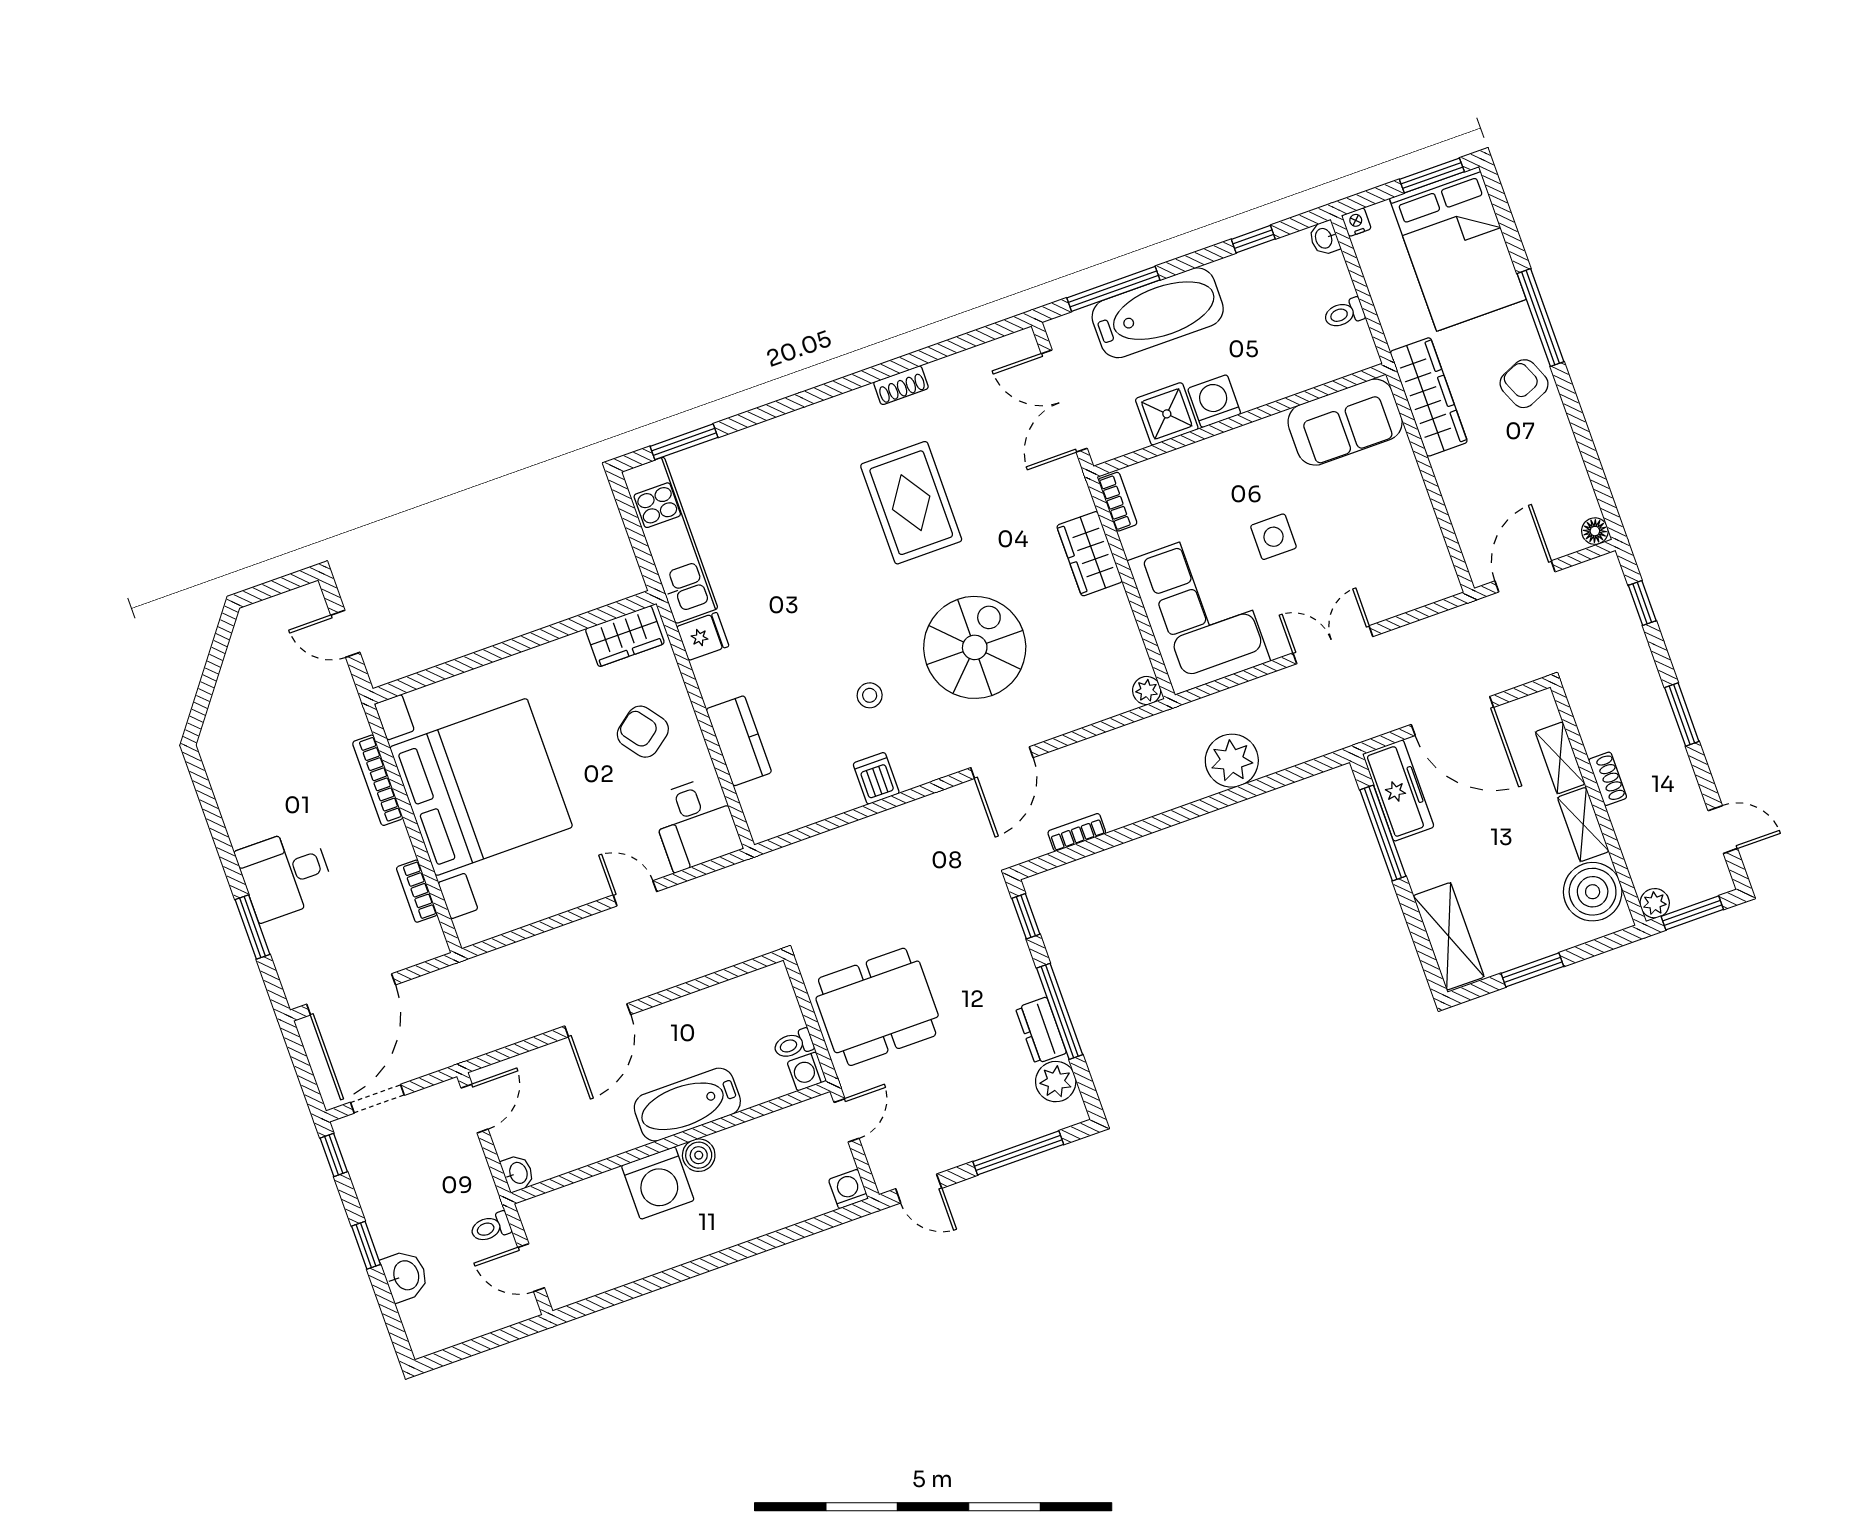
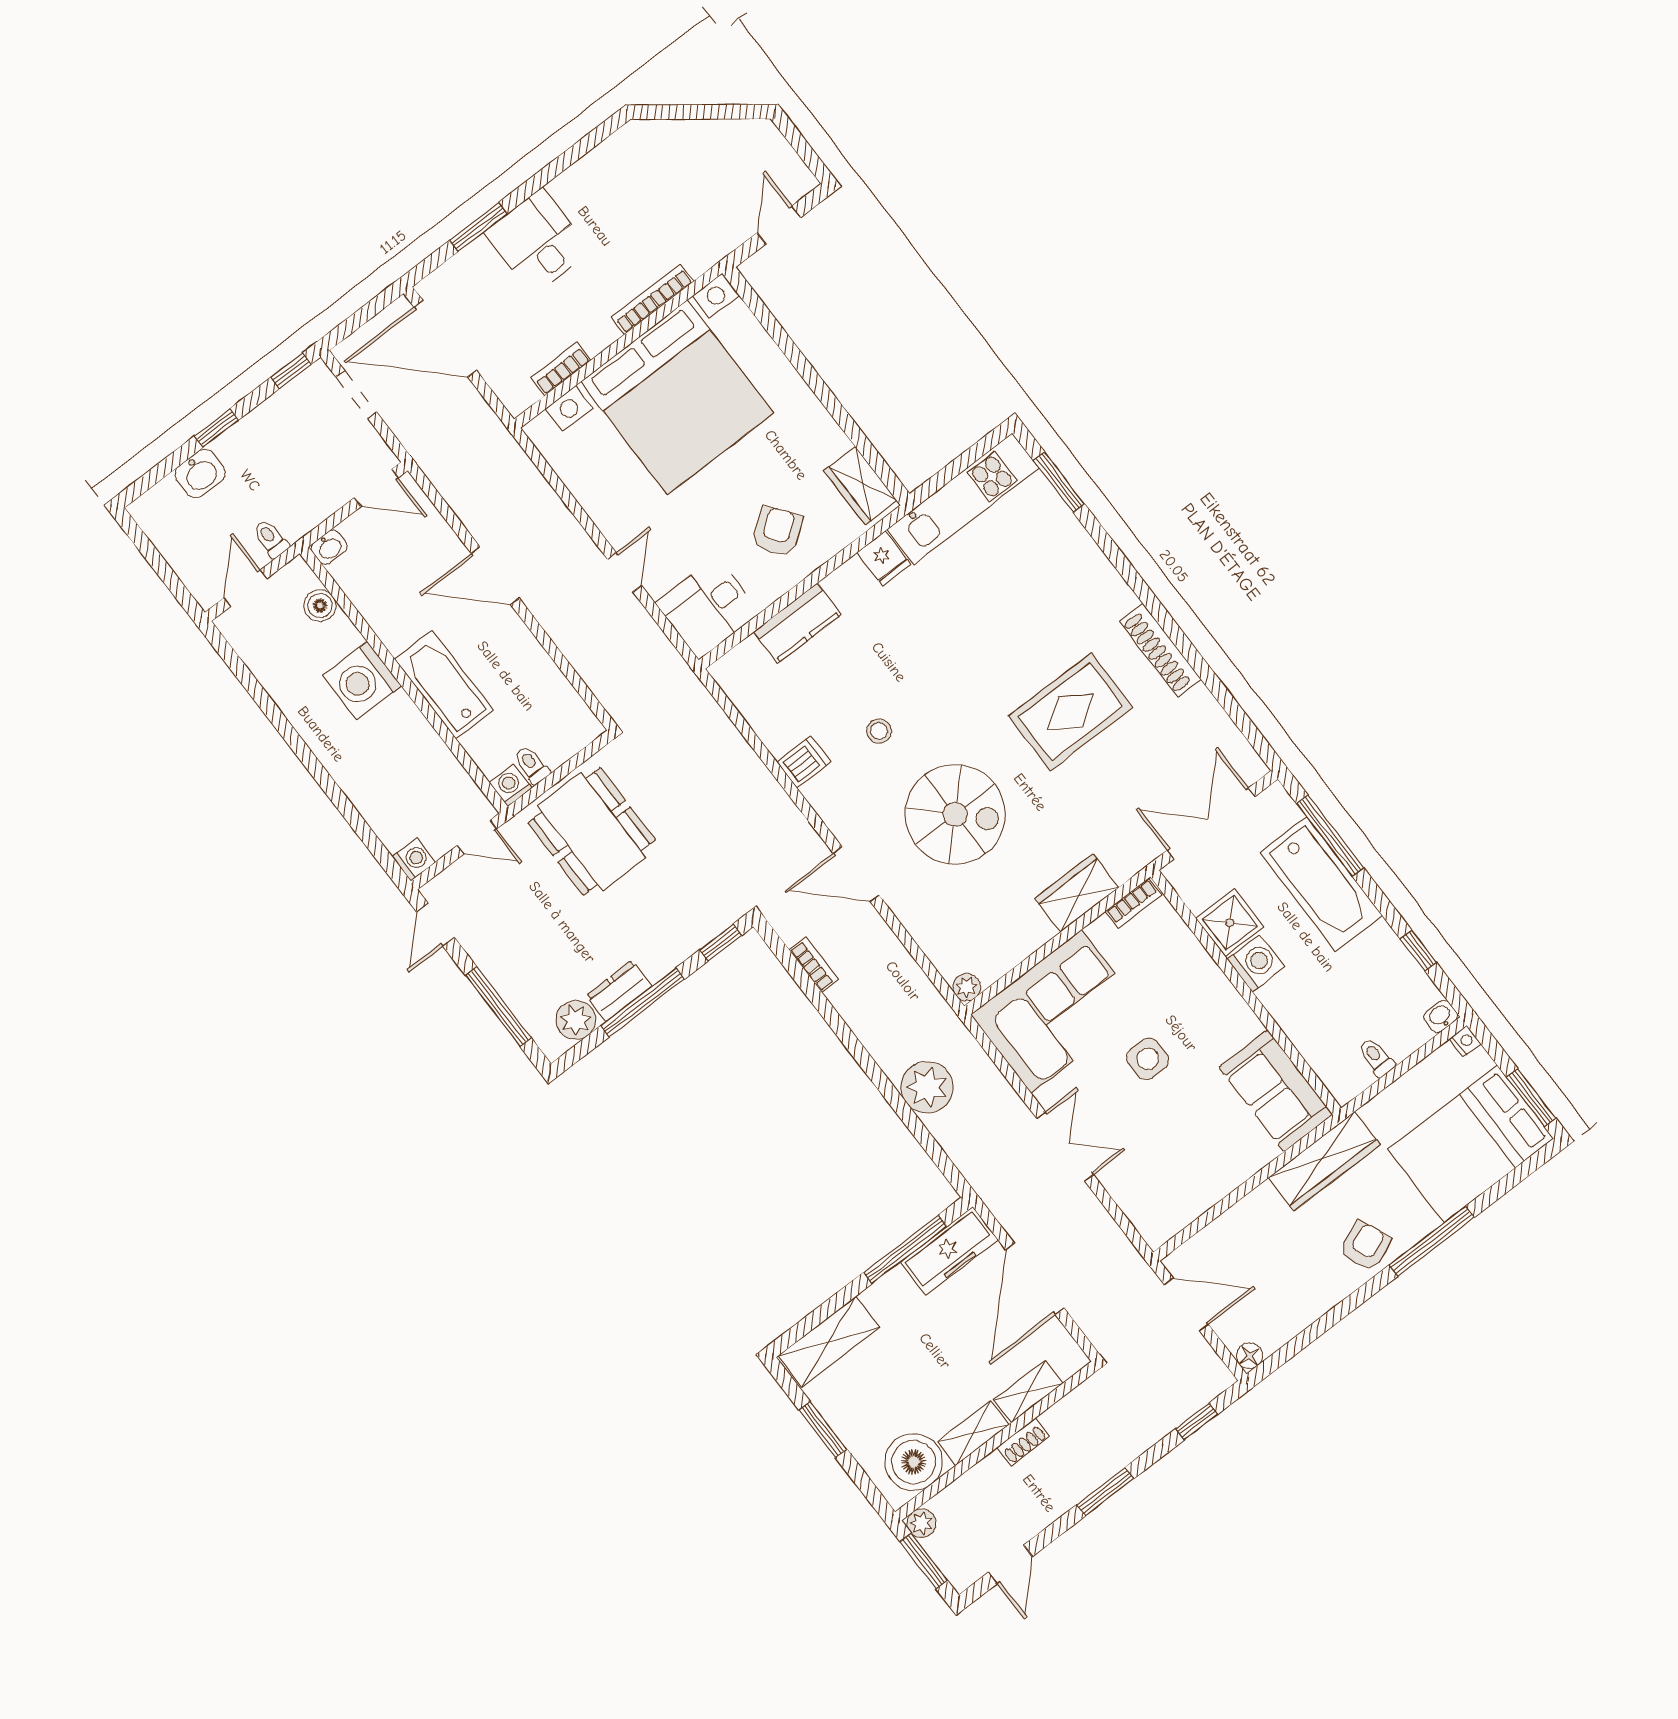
shoe rack: (901, 385) -> (1160, 650), width x1.94, depth x1.24
boiler: (699, 1155) -> (320, 606), moved

